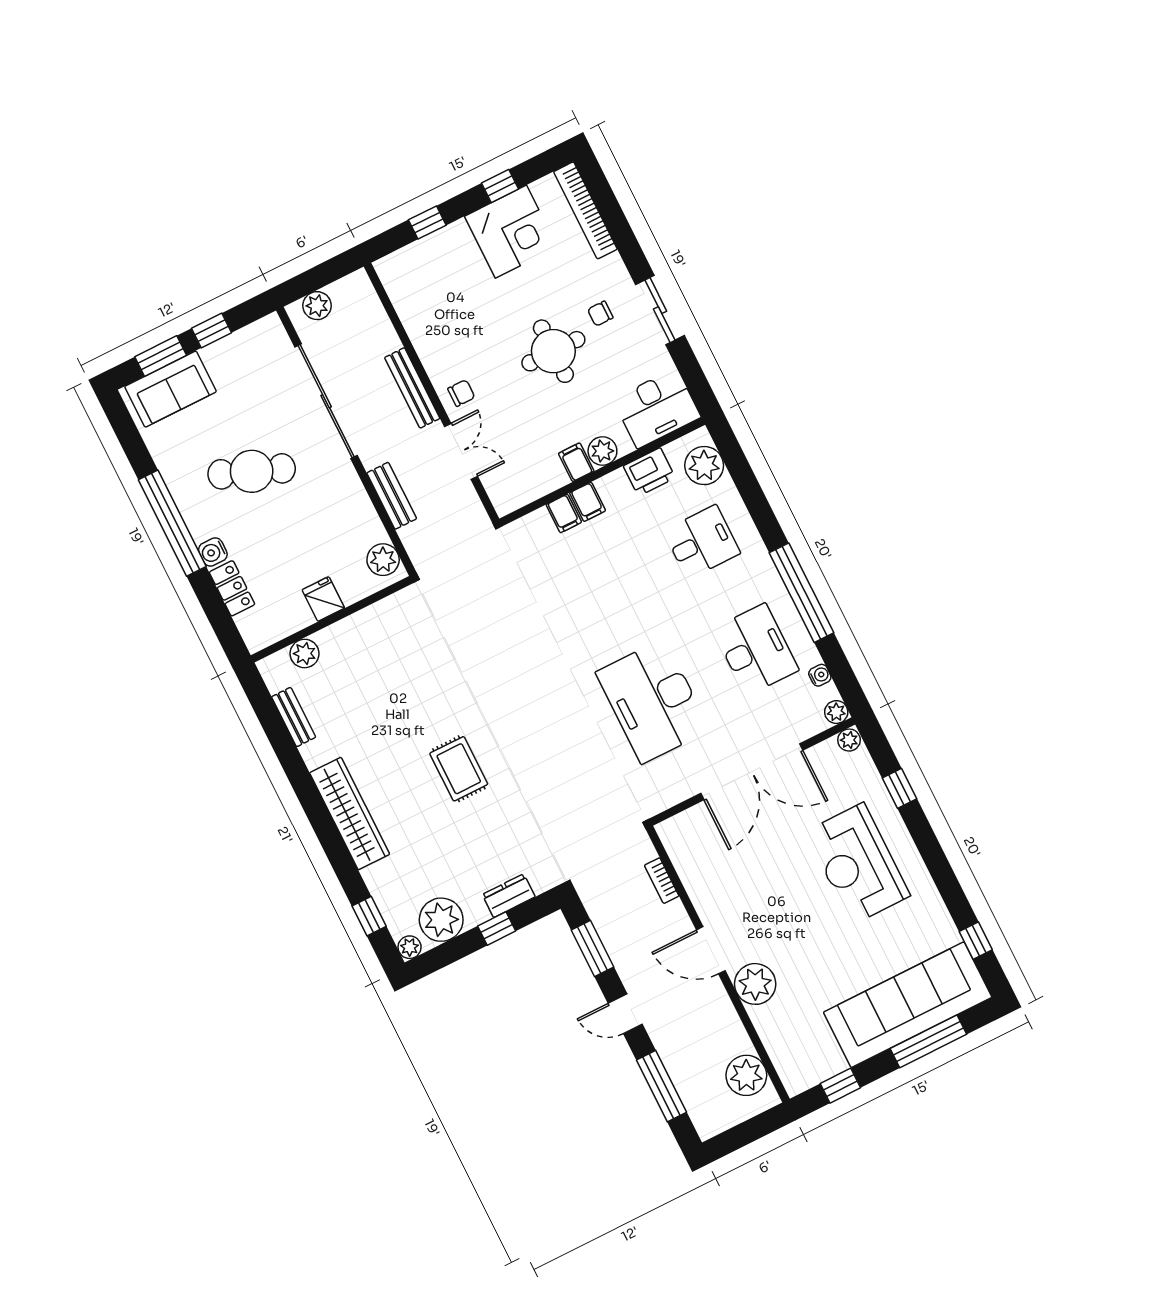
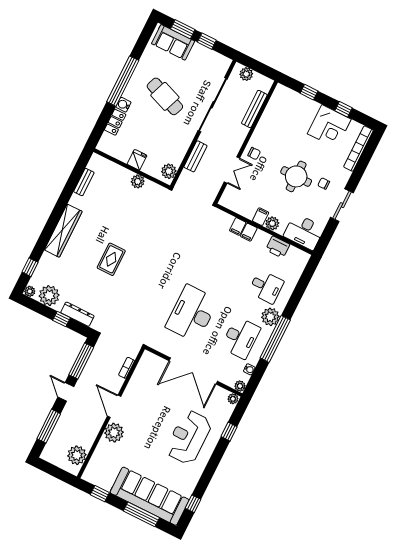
bench: (412, 388) -> (254, 109), moved
plant: (704, 466) -> (270, 317), moved
plant: (305, 654) -> (138, 181), moved
dresser: (509, 896) -> (77, 314), width x1.44
window: (593, 948) -> (81, 361), width x1.44

